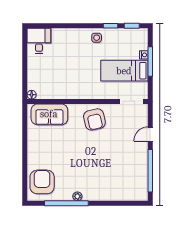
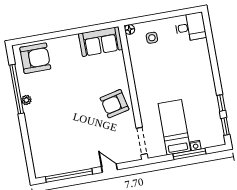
side table: (97, 38) -> (152, 38), moved
sofa: (49, 114) -> (101, 42), moved, turned -90

